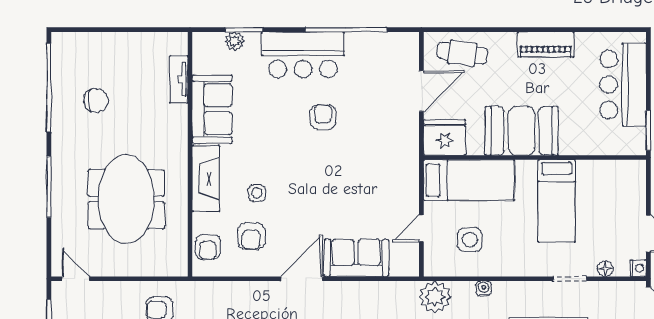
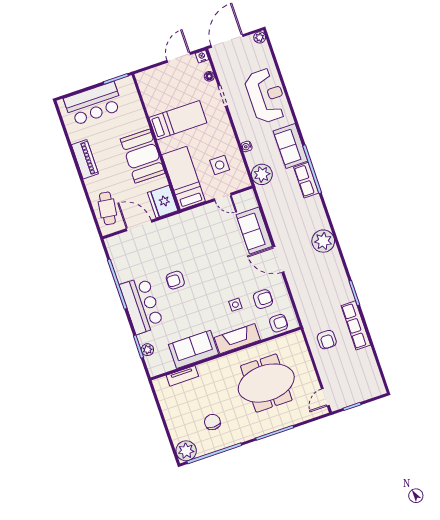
plant: (67, 48) -> (186, 451), added

